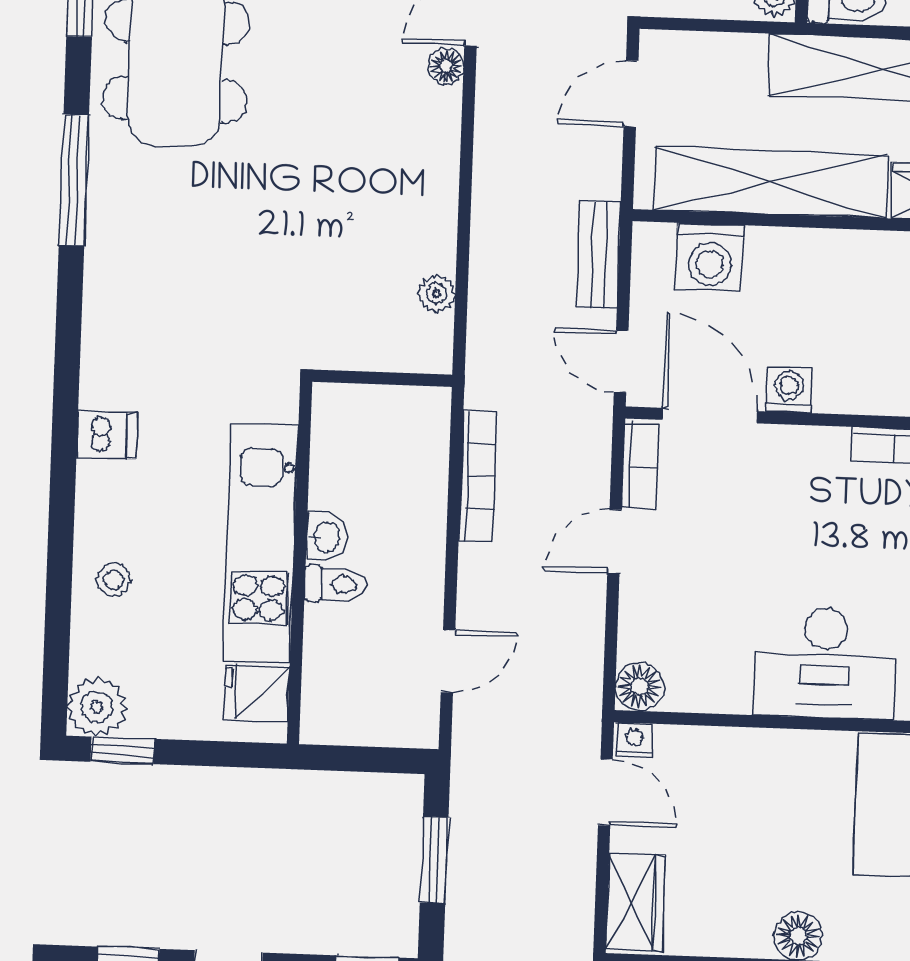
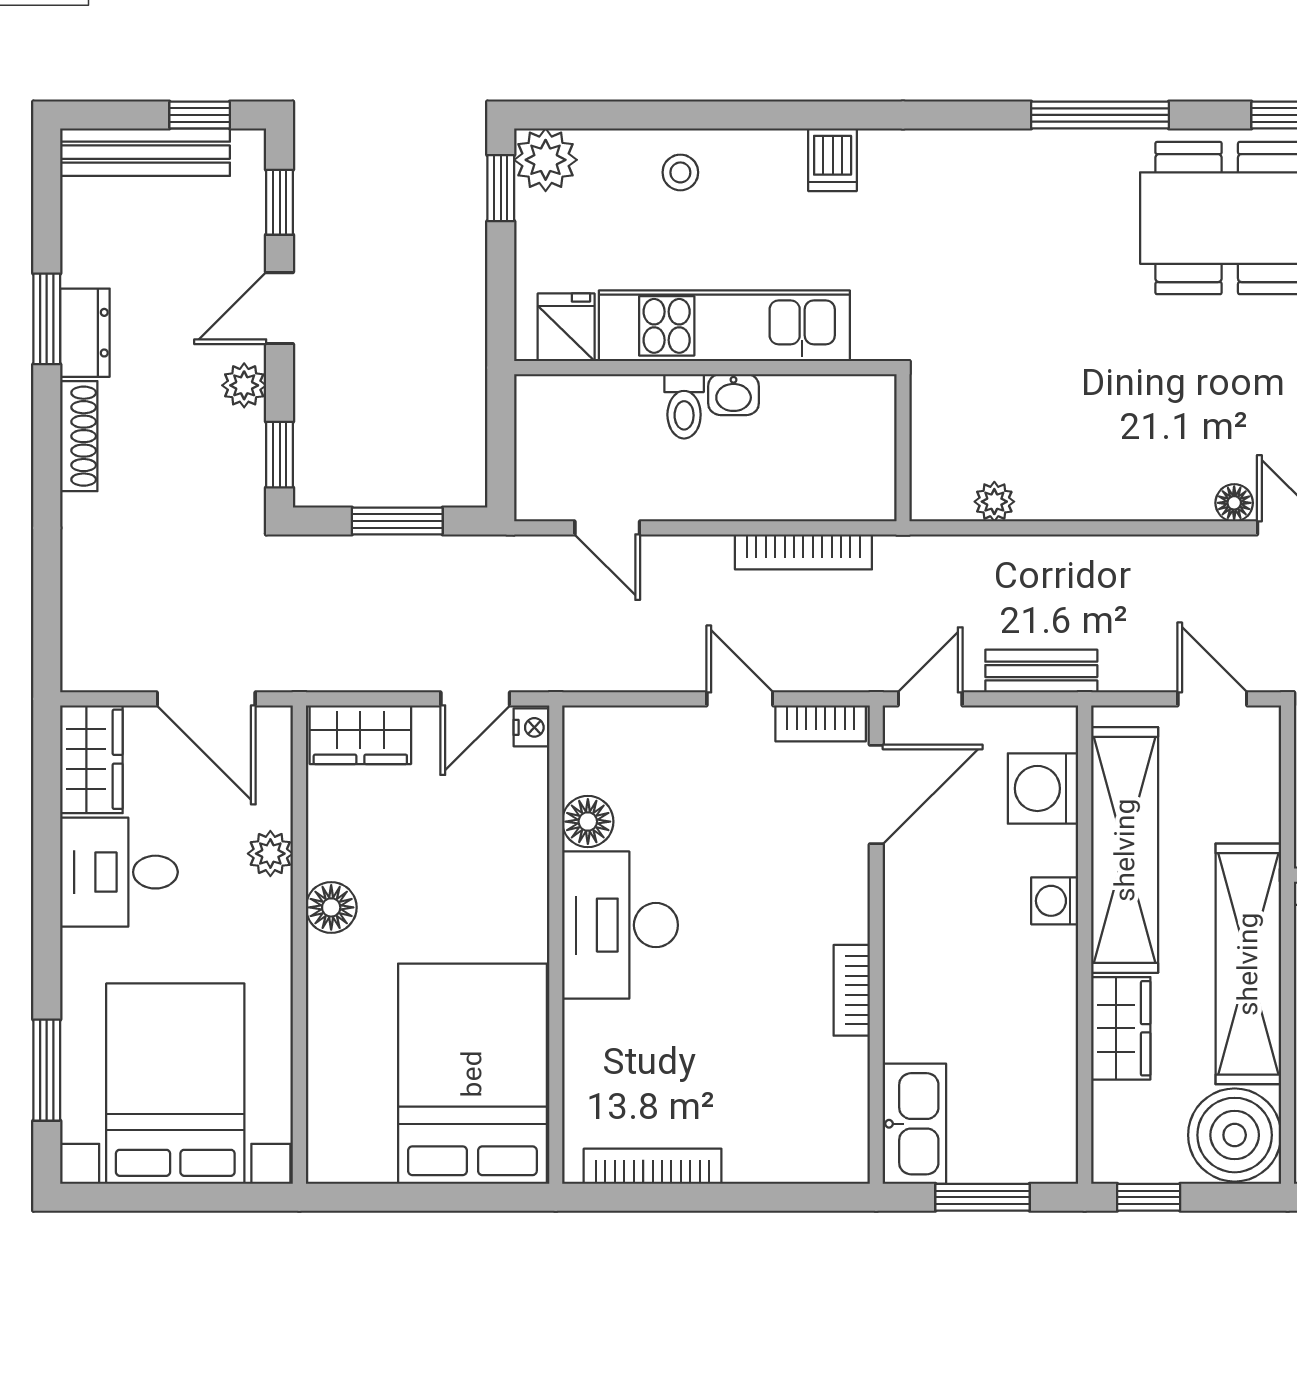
washing machine: (789, 390) -> (1055, 901), moved, turned 180
floor lamp: (640, 687) -> (588, 822), moved

